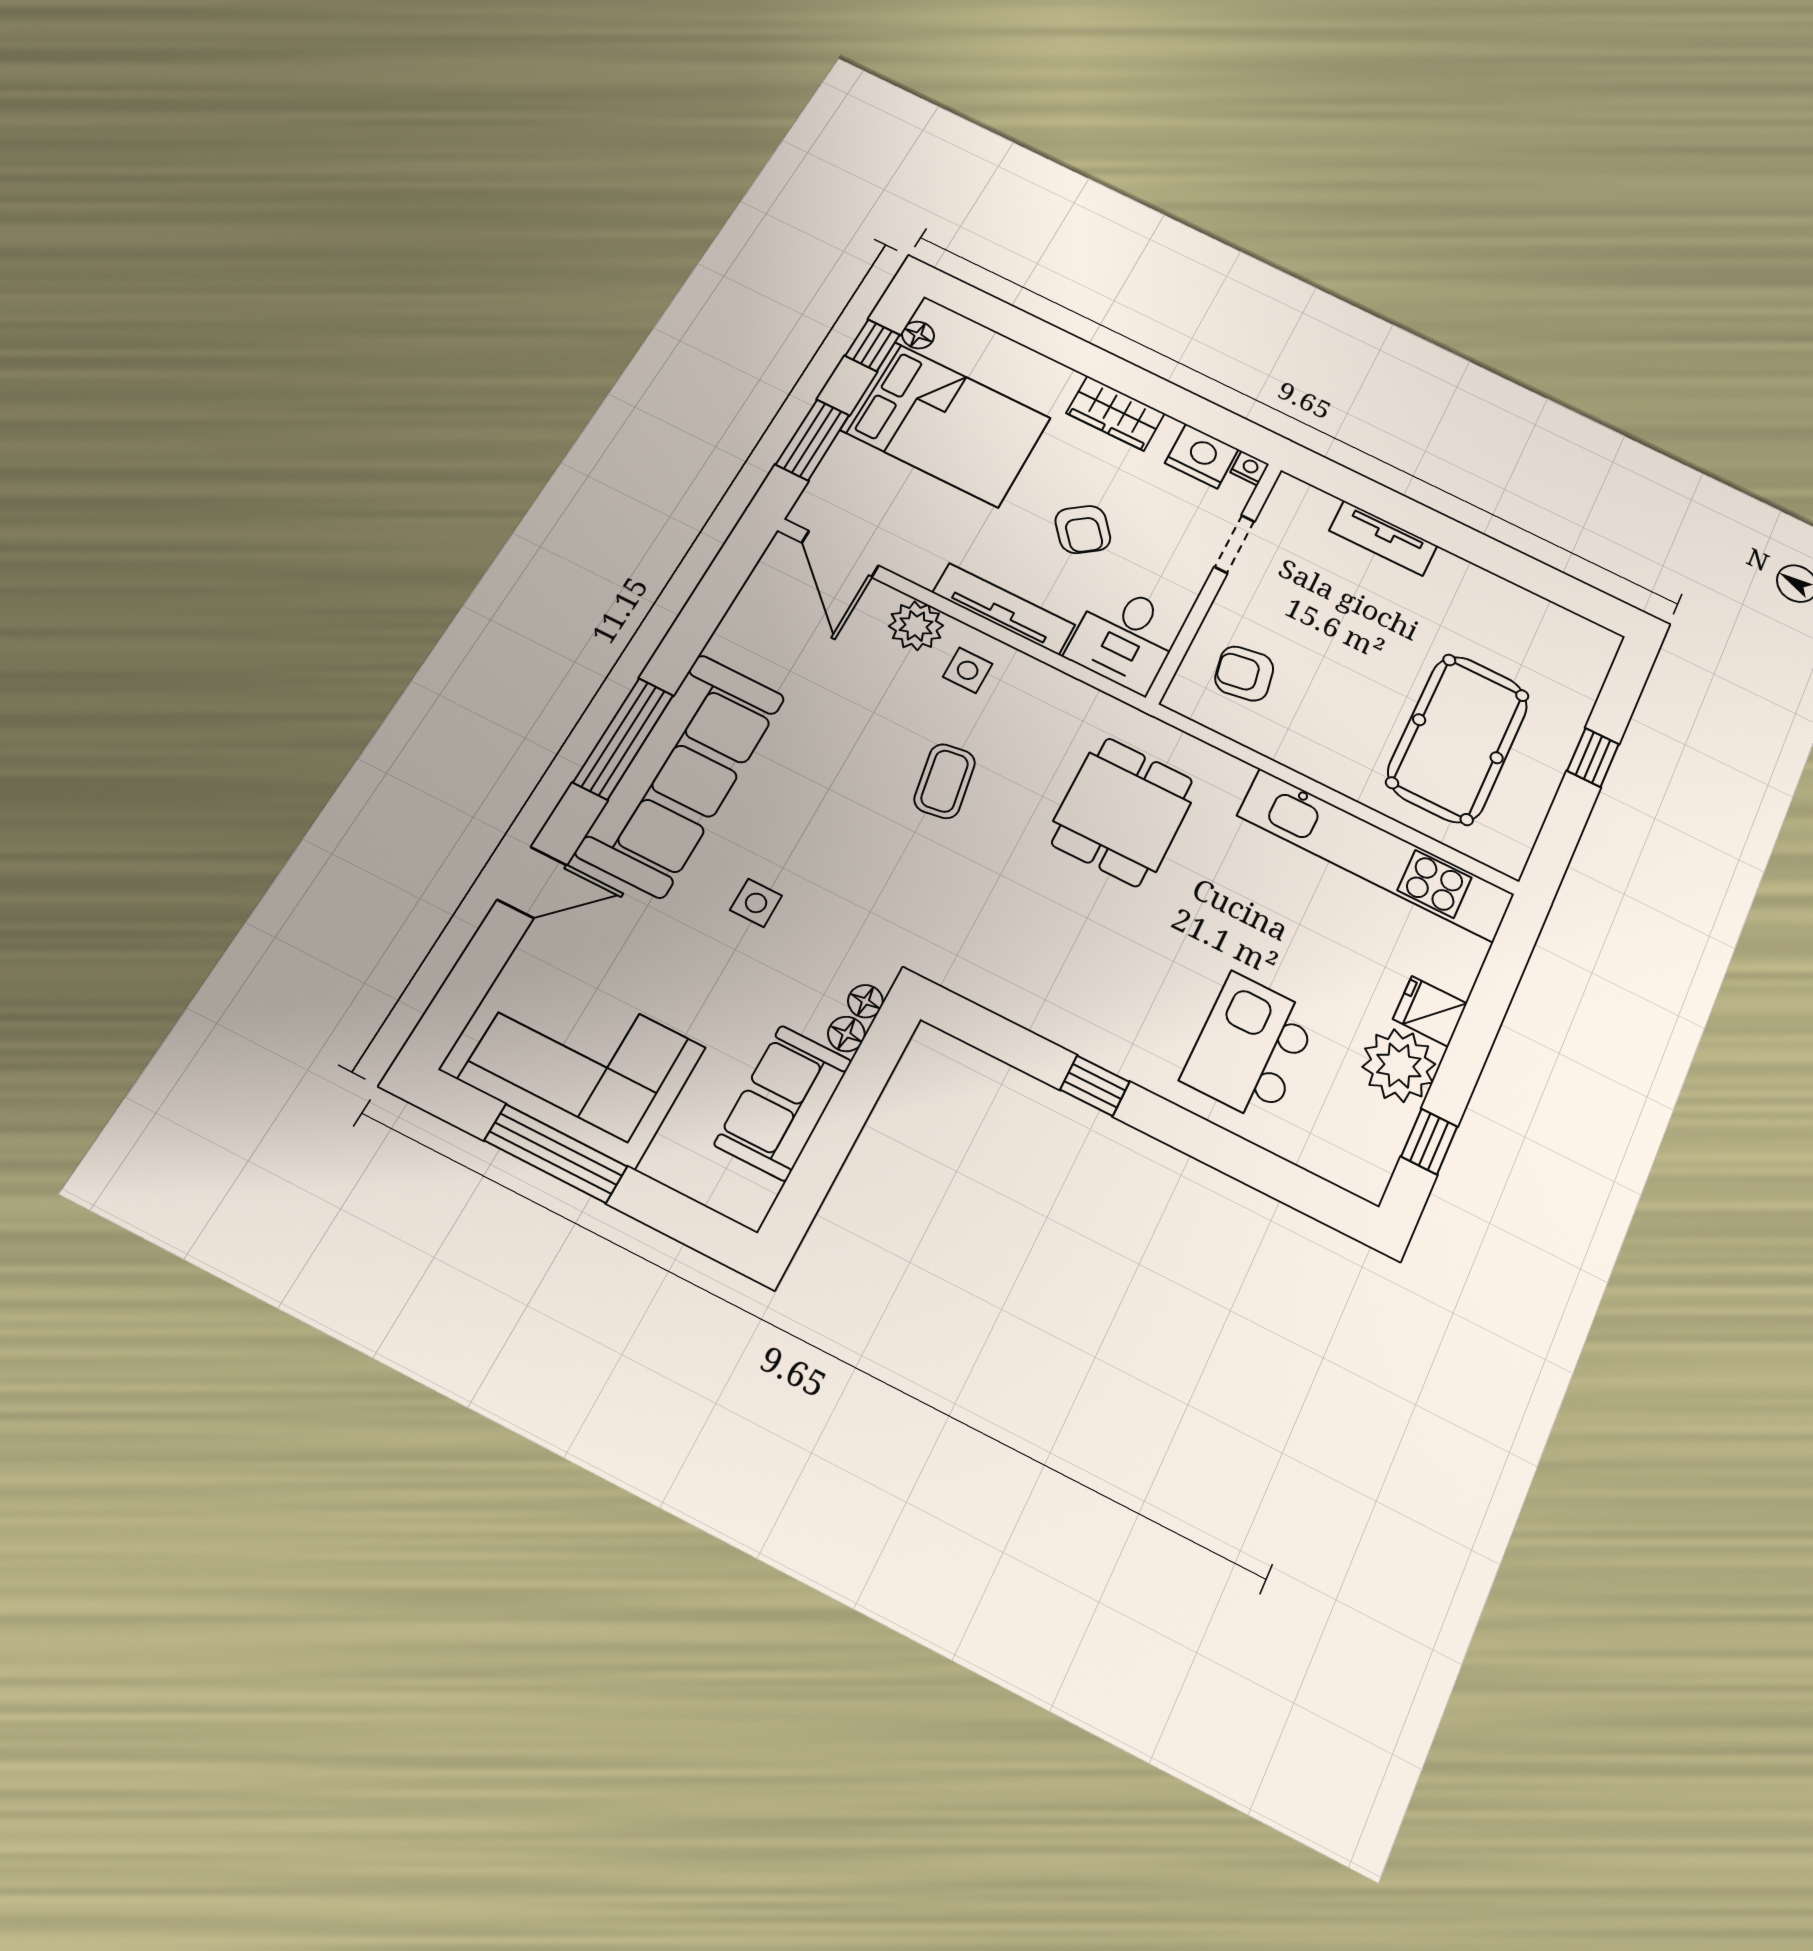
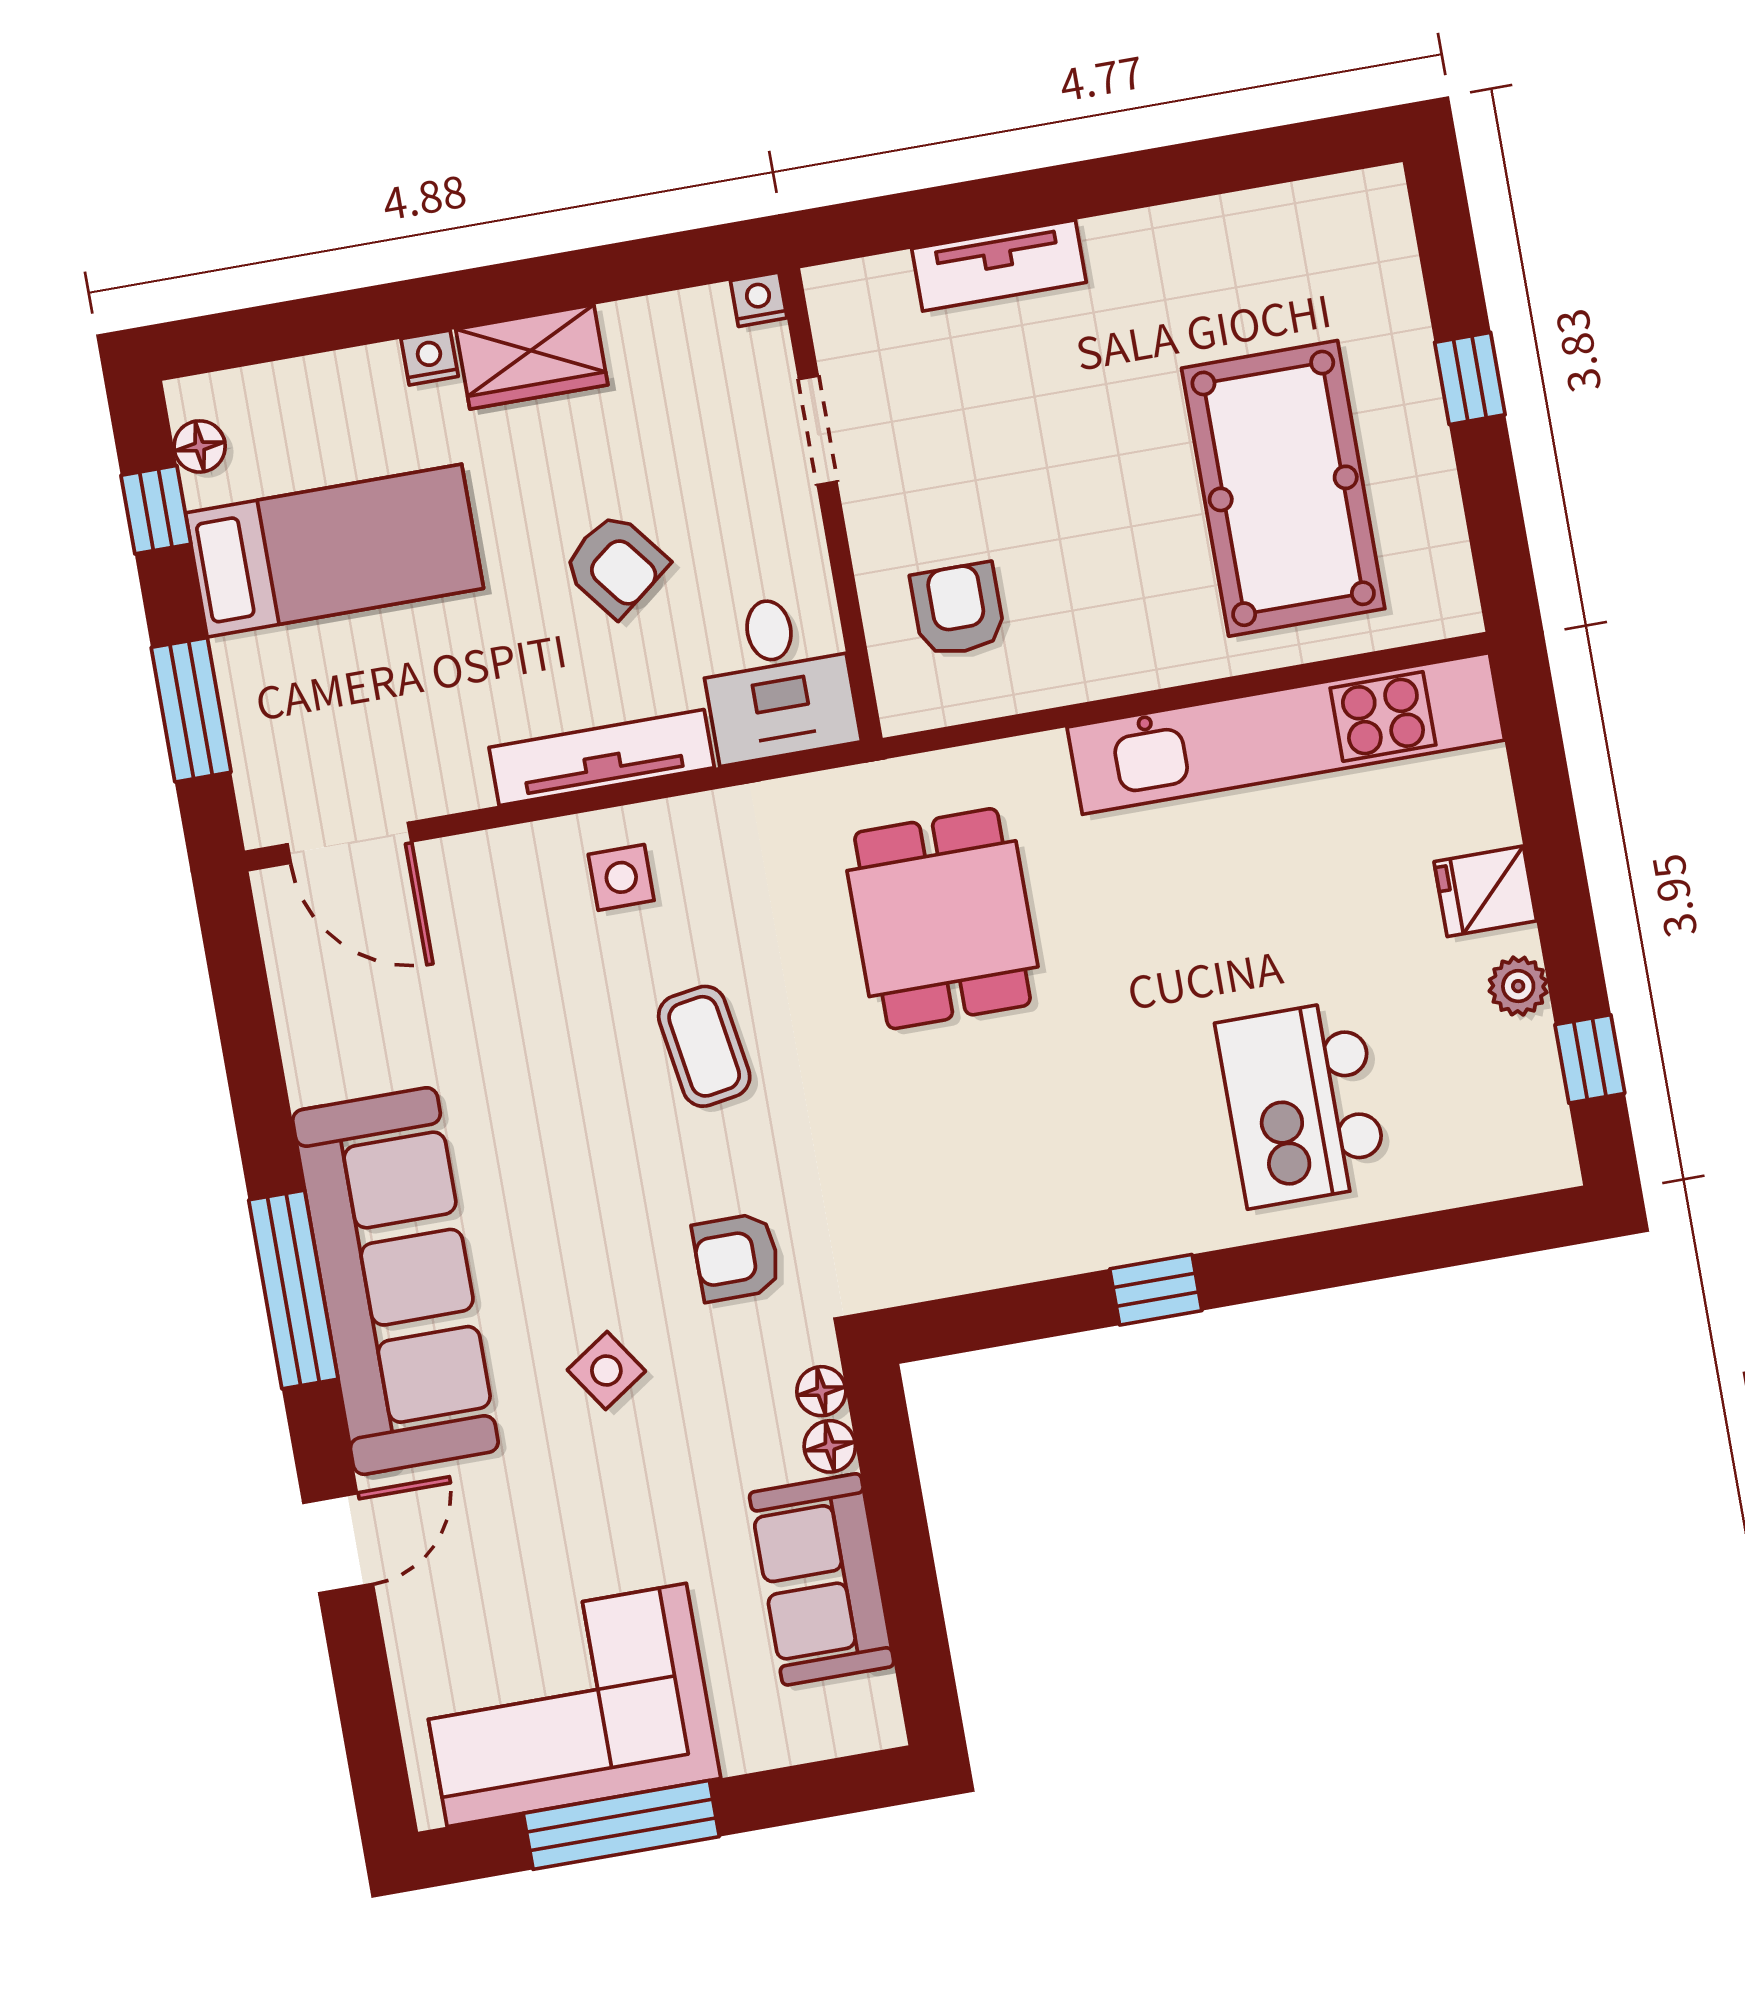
bed: (946, 424) -> (334, 551), width x0.67
nightstand: (1202, 456) -> (430, 358), moved, width x0.53, depth x0.56
plant: (916, 626) -> (515, 867), removed
armchair: (1244, 674) -> (958, 609), turned 100
armchair: (876, 898) -> (737, 1257), added
side table: (756, 903) -> (606, 1371), turned -34
plant: (1399, 1066) -> (1518, 986), width x0.53, depth x0.53

